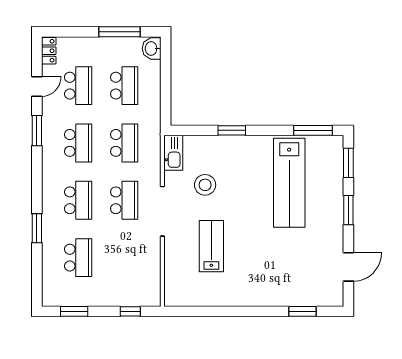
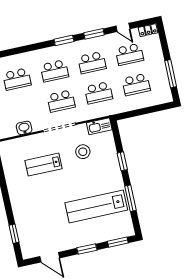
washbasin: (152, 48) -> (24, 128), moved
window: (313, 130) -> (130, 198), moved
window: (37, 228) -> (64, 40), moved
lab bench: (211, 246) -> (44, 165), turned 180

